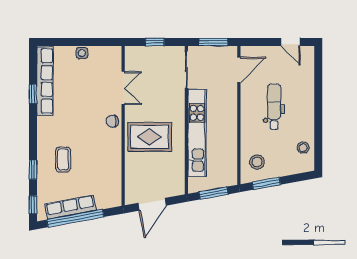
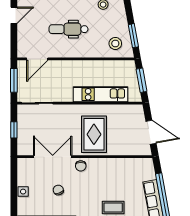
door: (239, 70) -> (37, 59), swing flipped
double door: (123, 88) -> (53, 157), width x1.37
chair: (84, 95) -> (58, 190), added
kitchen unit: (197, 133) -> (101, 94), width x0.73

